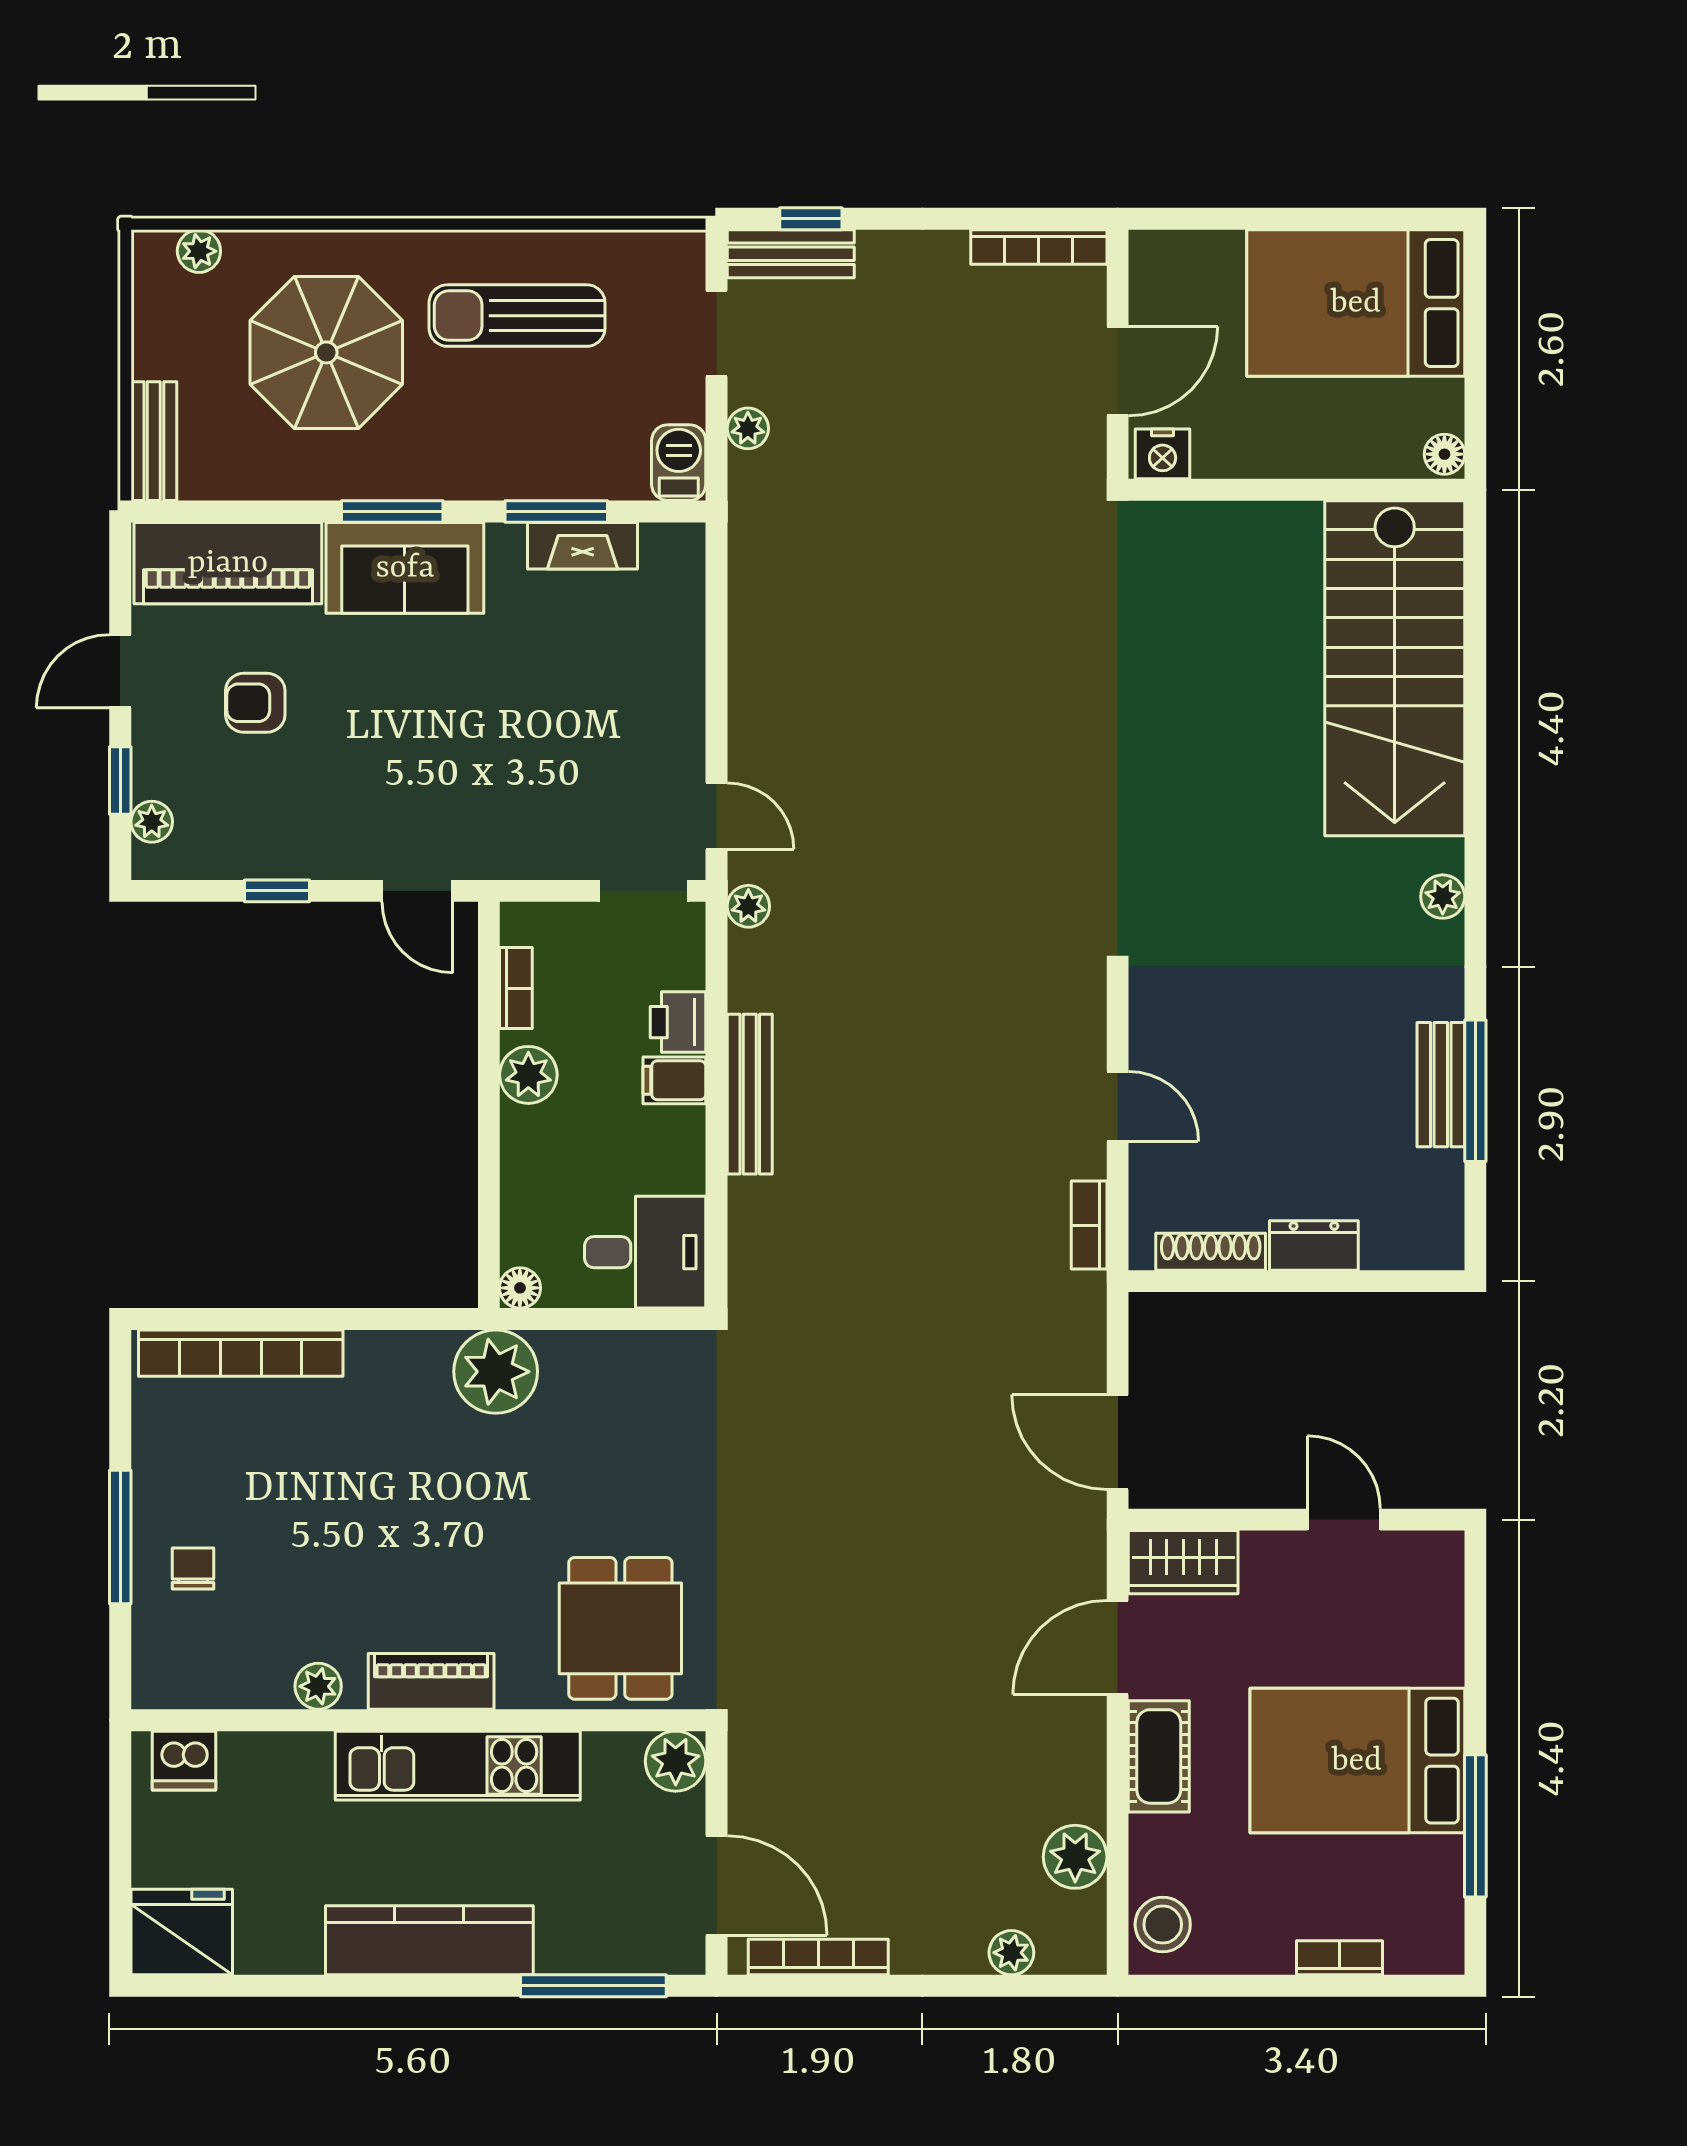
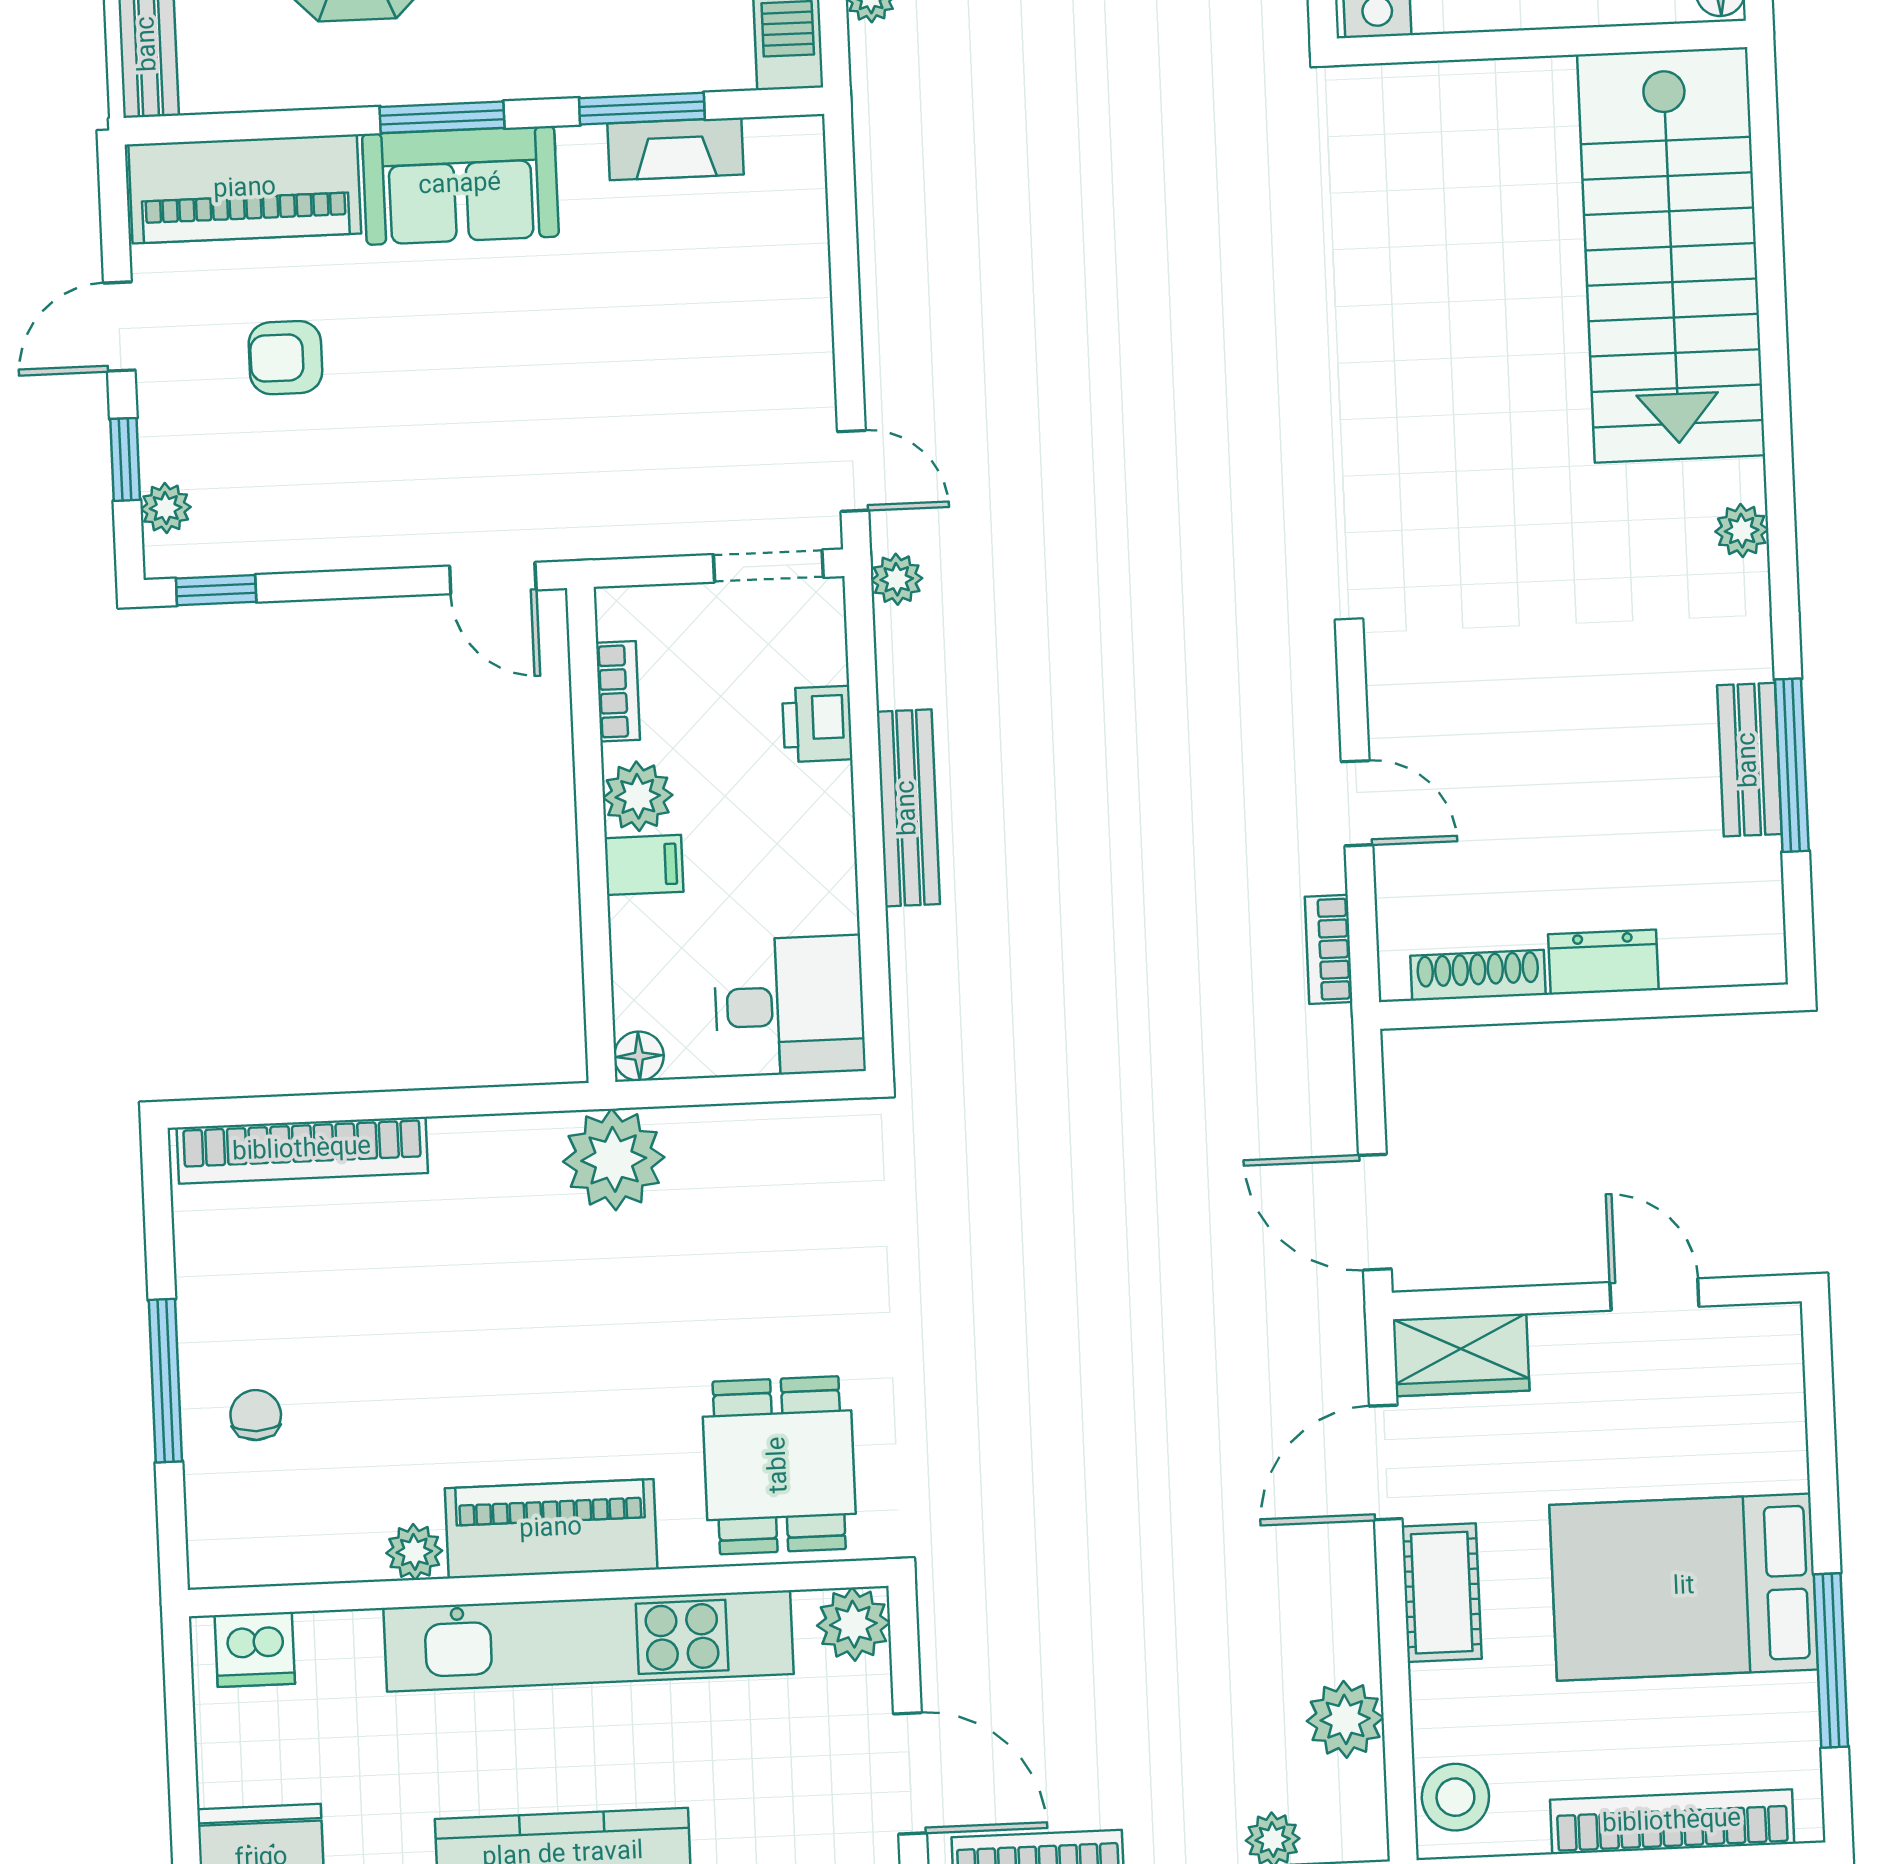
window: (277, 891) -> (216, 590), moved
filing cabinet: (674, 1080) -> (644, 865), moved, turned 180
piano: (431, 1681) -> (551, 1529), width x1.37, depth x1.33
kitchen unit: (458, 1766) -> (588, 1641), width x1.36
bookcase: (1339, 1958) -> (1672, 1822), width x2.31, depth x1.31

